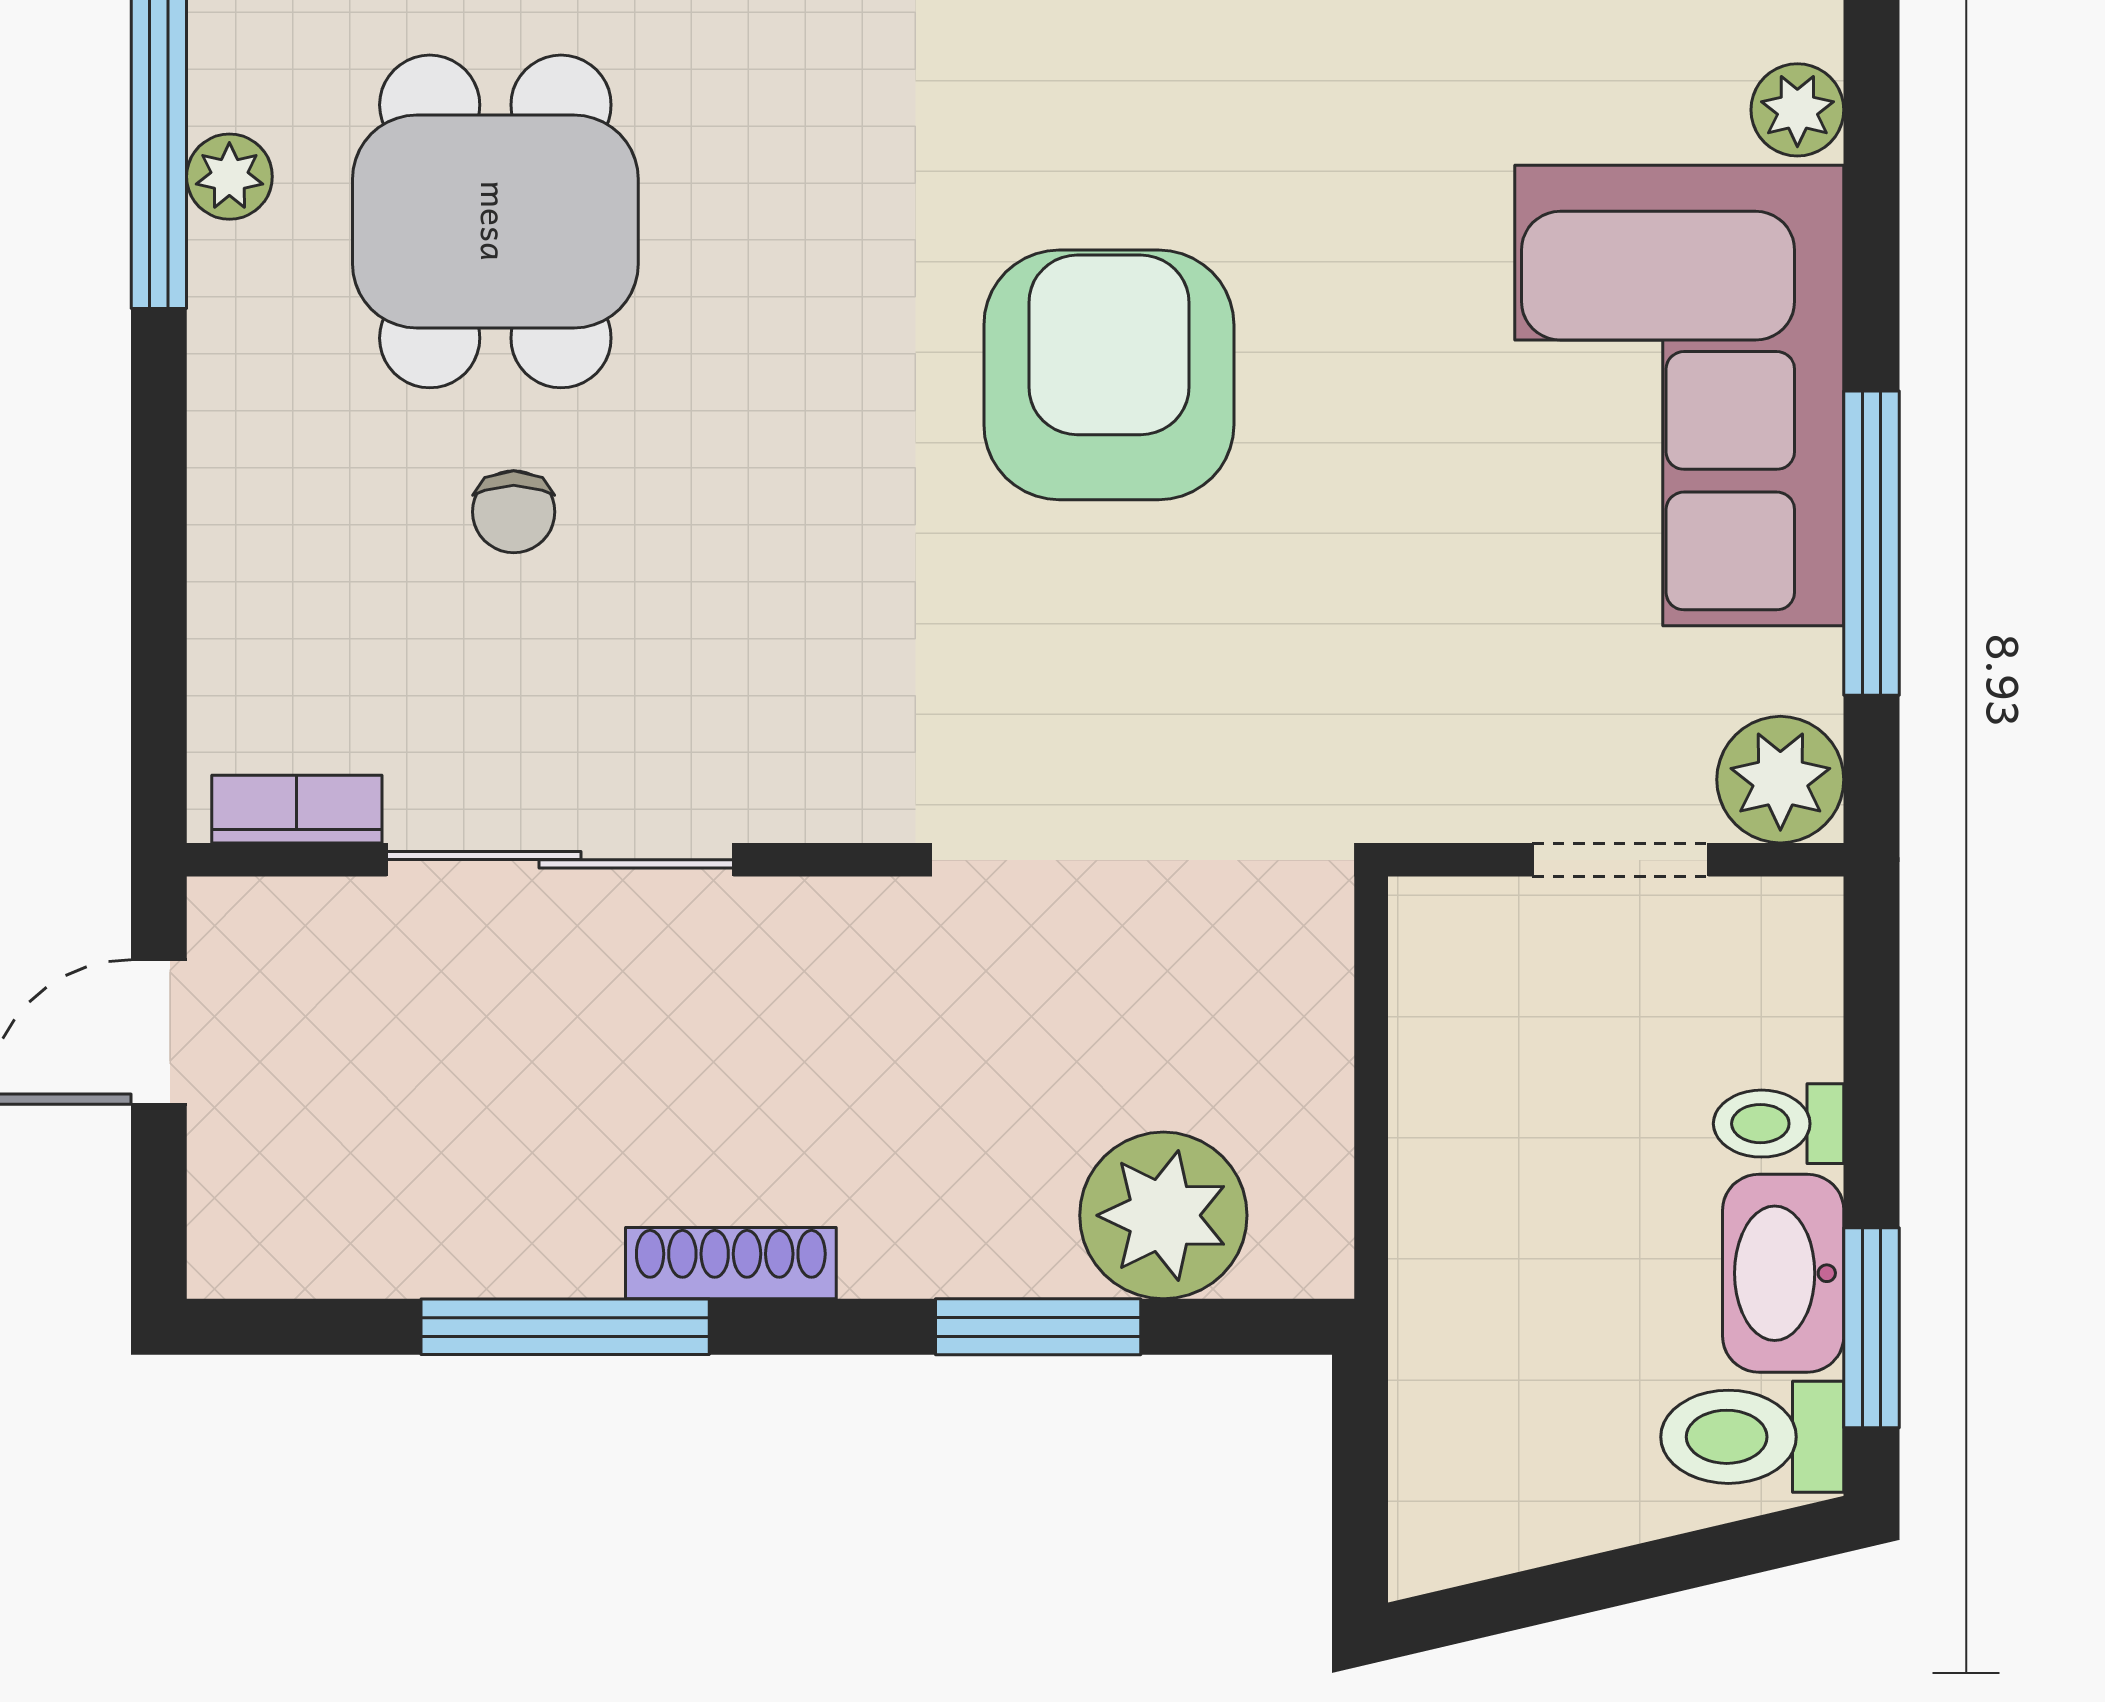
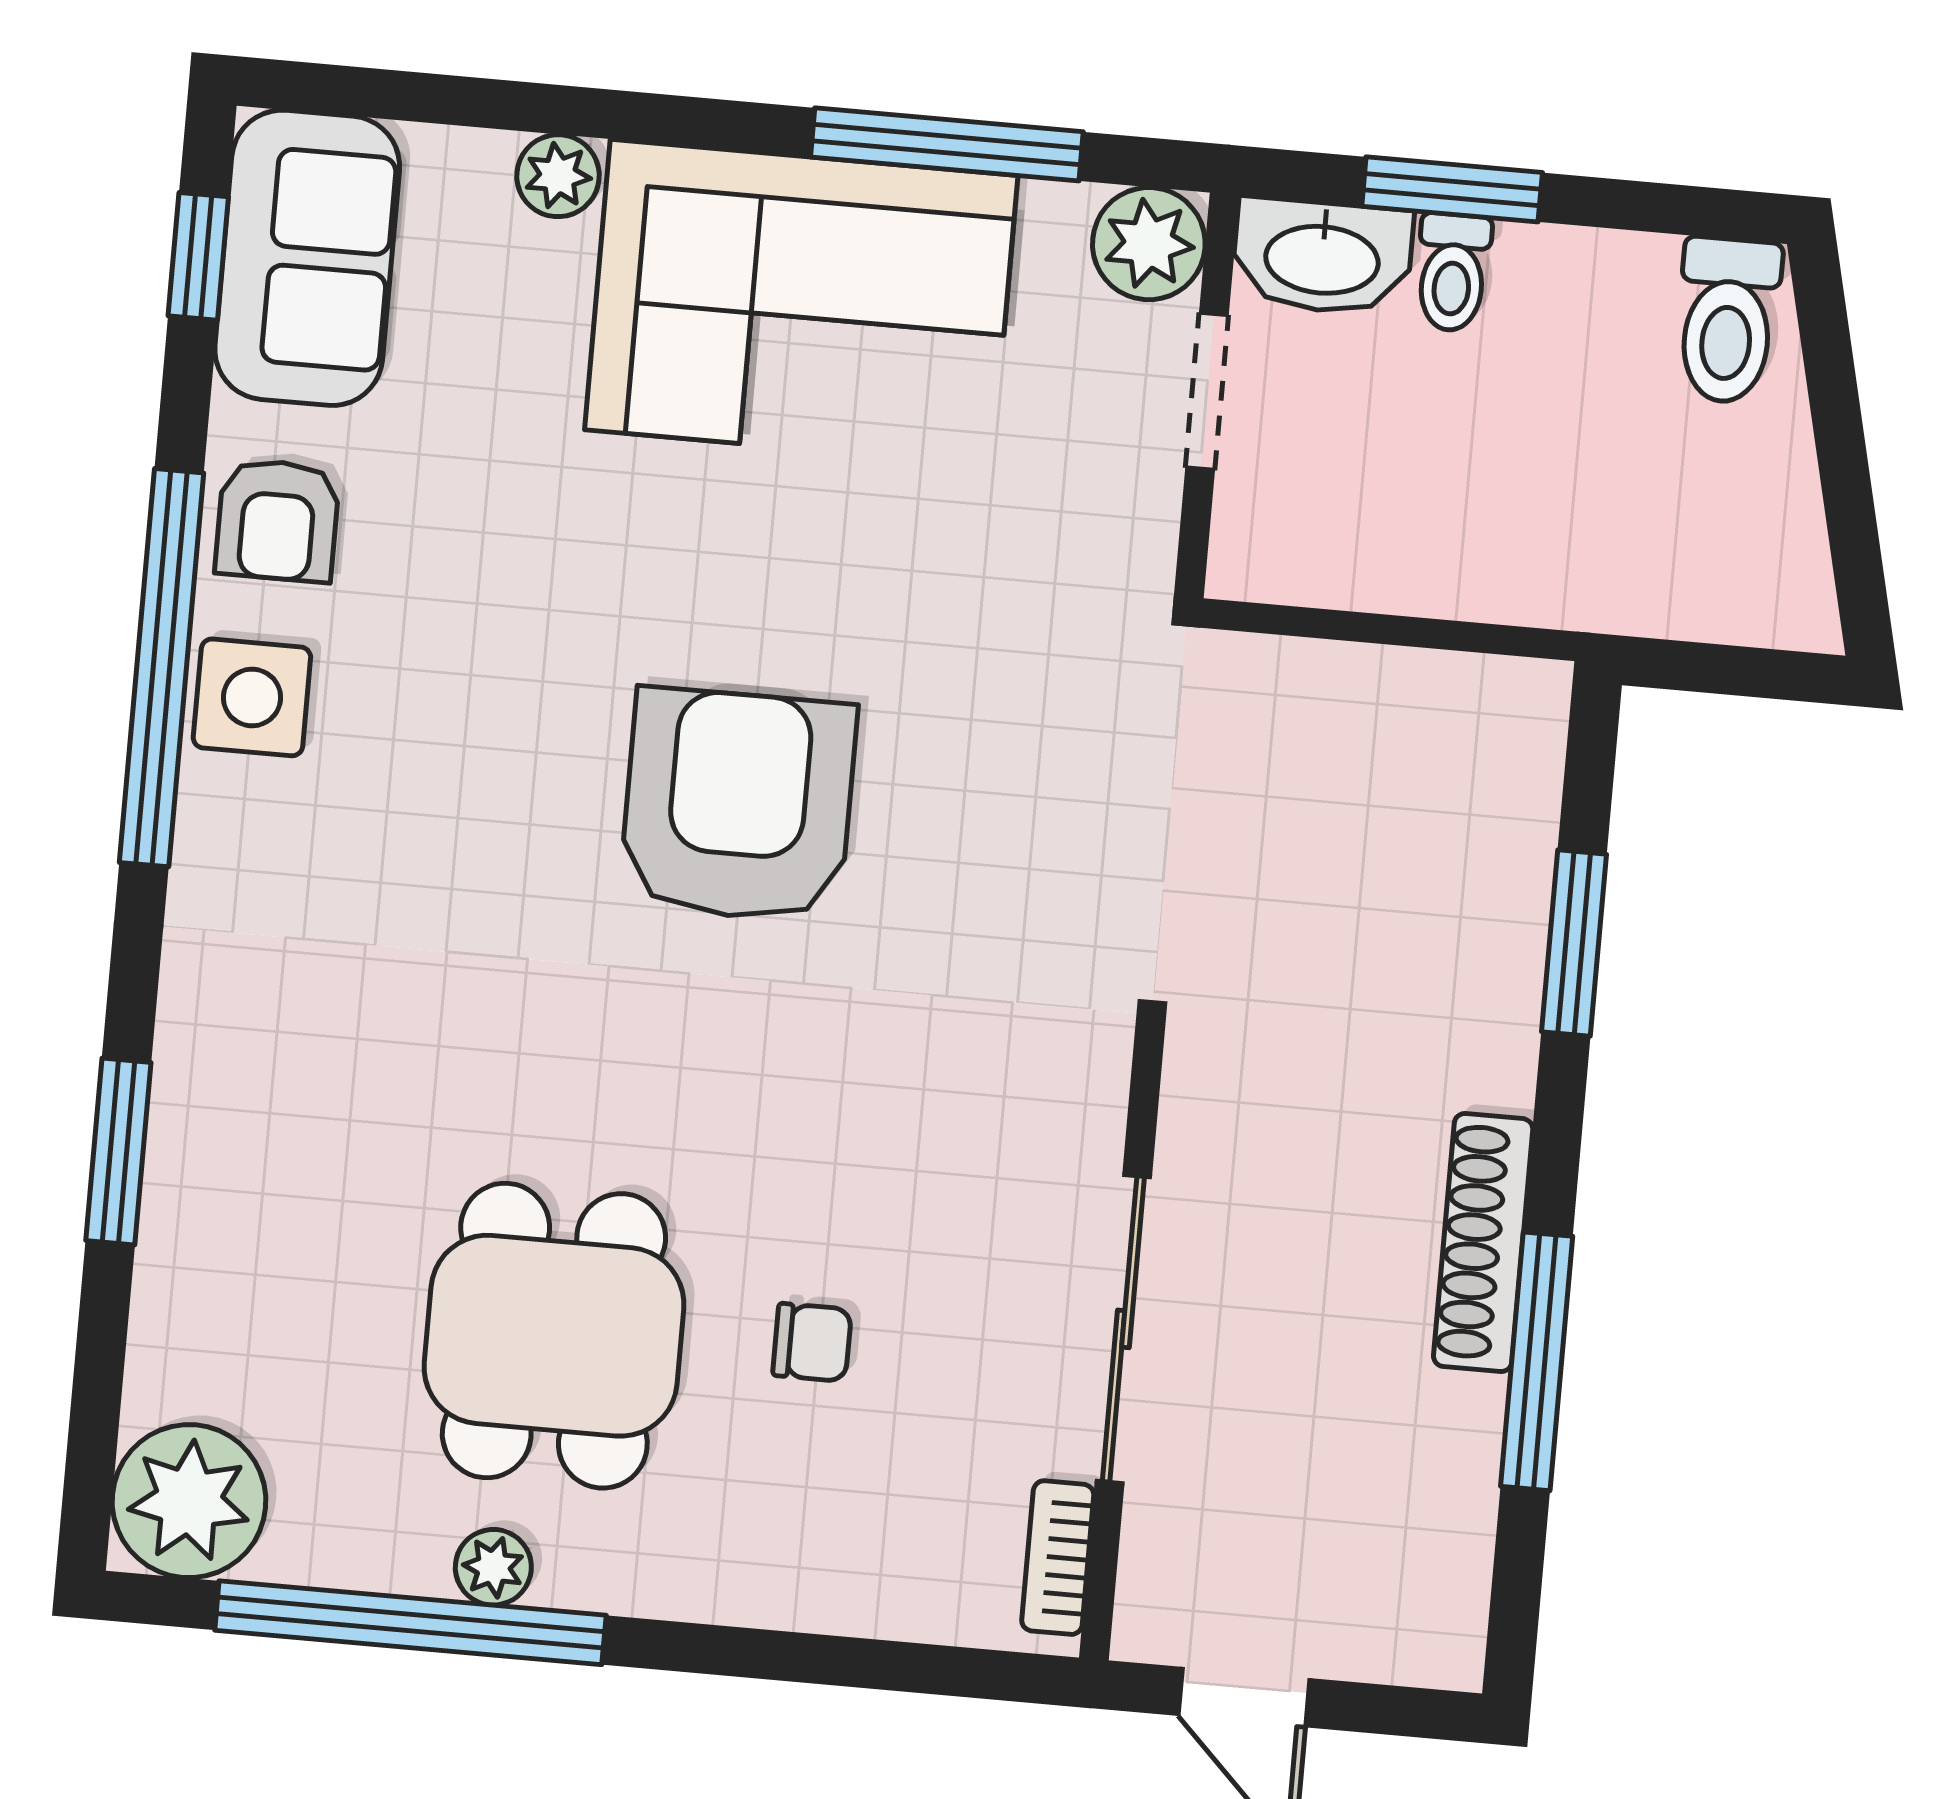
dining table: (495, 221) -> (554, 1336), turned 90
armchair: (1109, 375) -> (738, 805), turned 90
plant: (1163, 1215) -> (1485, 823), removed
shoe rack: (731, 1263) -> (1483, 1243), width x1.36, depth x1.24
washbasin: (1783, 1273) -> (1322, 257), moved
window: (1872, 1328) -> (1452, 189), moved

